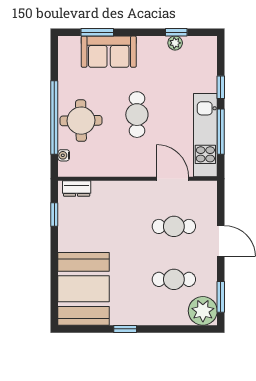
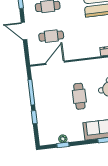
kitchen unit: (205, 135) -> (40, 89), removed
door: (173, 179) -> (55, 63), swing flipped

